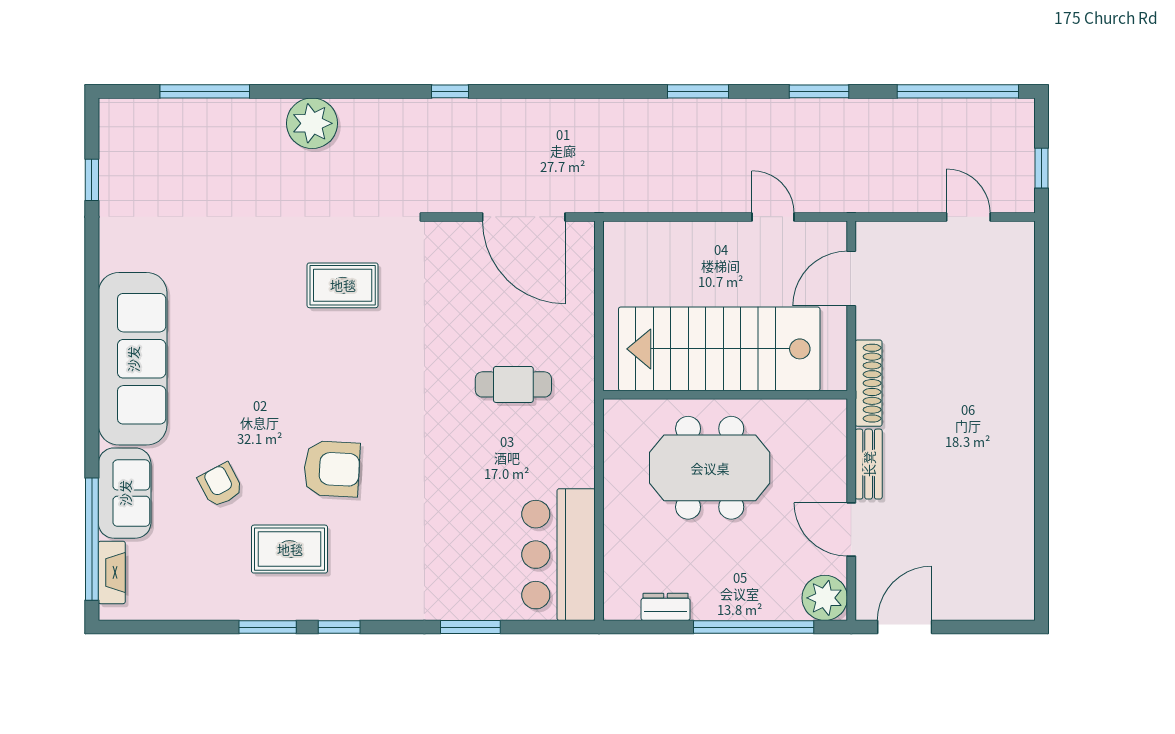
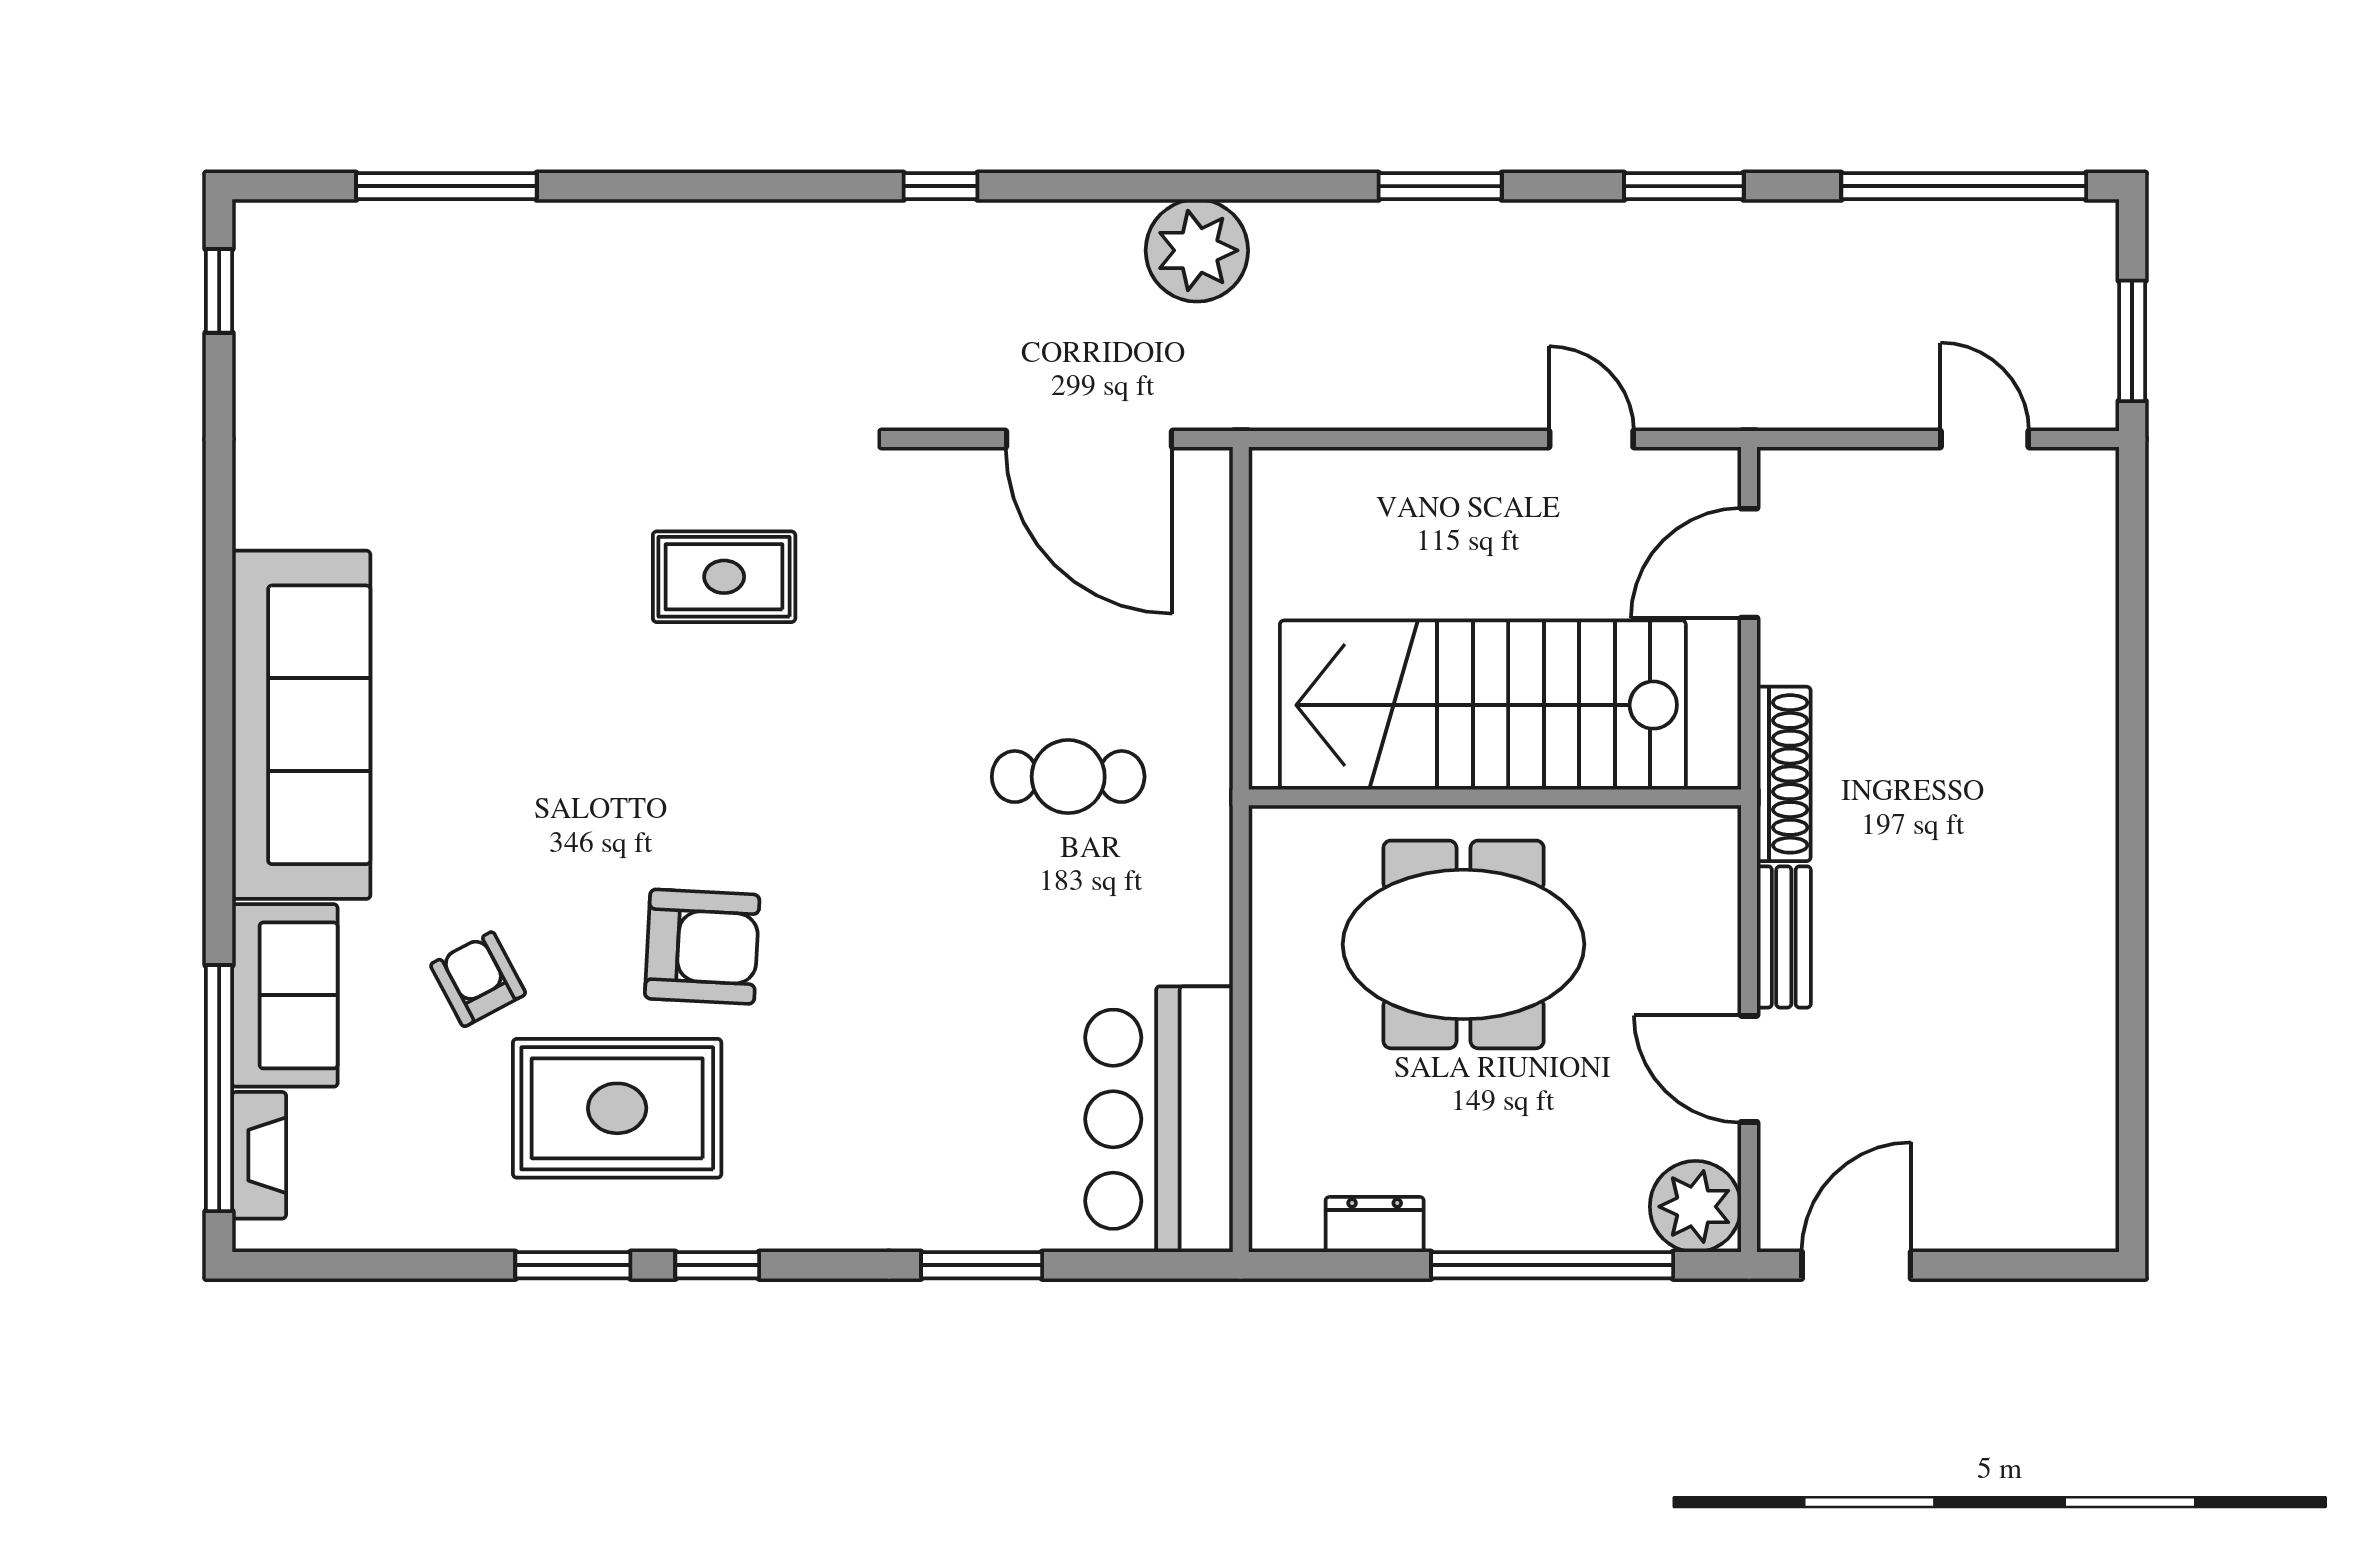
plant: (312, 123) -> (1197, 250), moved
window: (1042, 168) -> (2132, 341), width x1.50
window: (92, 180) -> (219, 291), moved
rug: (290, 549) -> (617, 1108), width x1.36, depth x1.43

